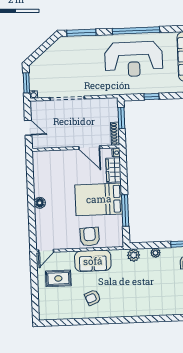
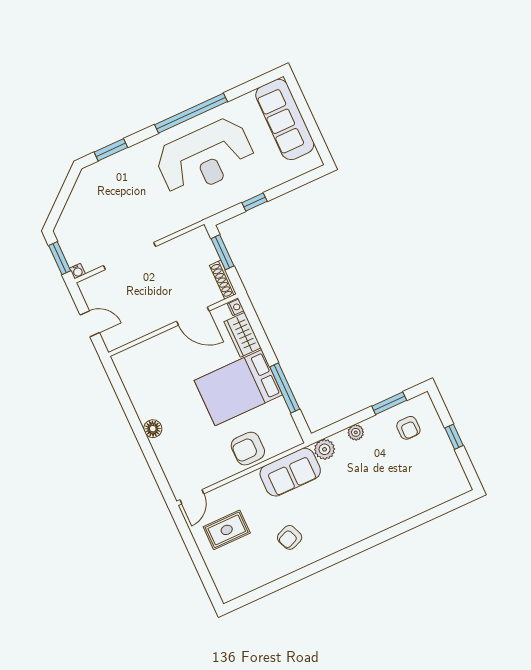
window: (81, 33) -> (111, 150), width x0.69
armchair: (90, 237) -> (248, 449), turned -88
sofa: (93, 261) -> (290, 472), moved

